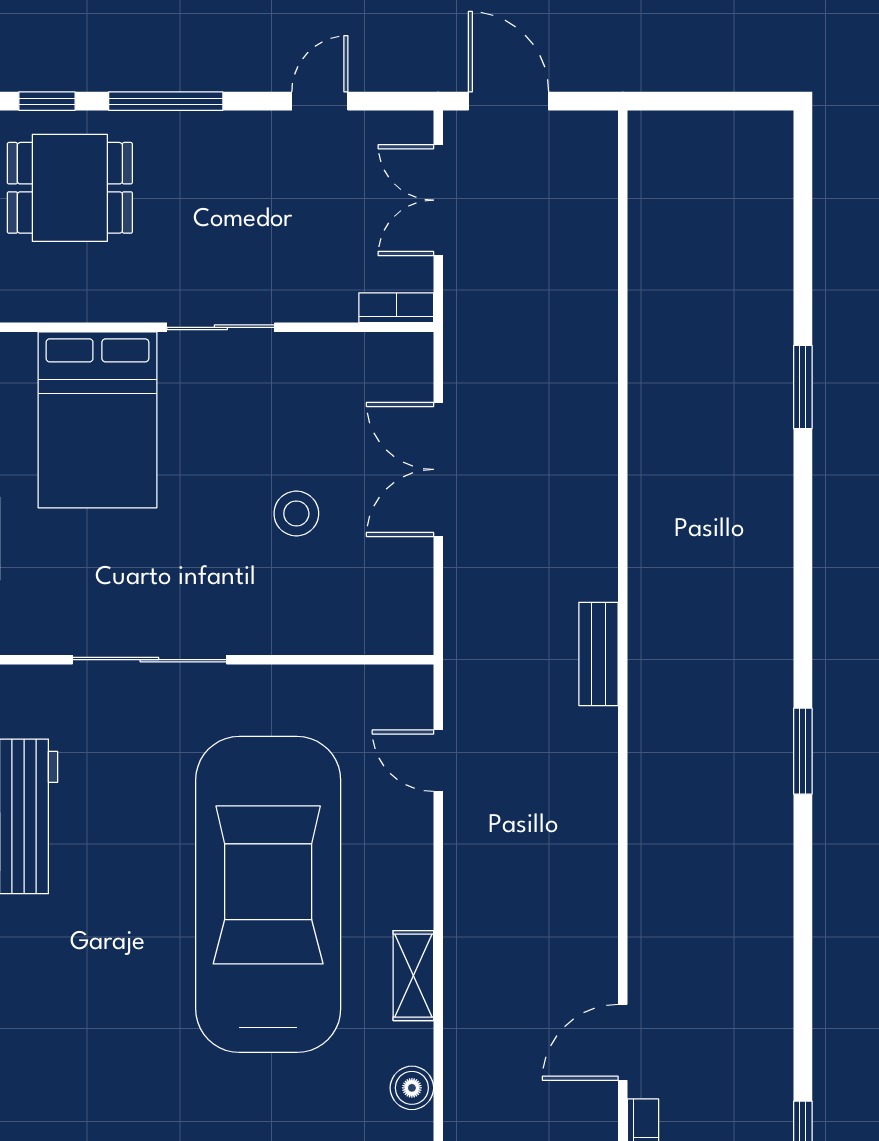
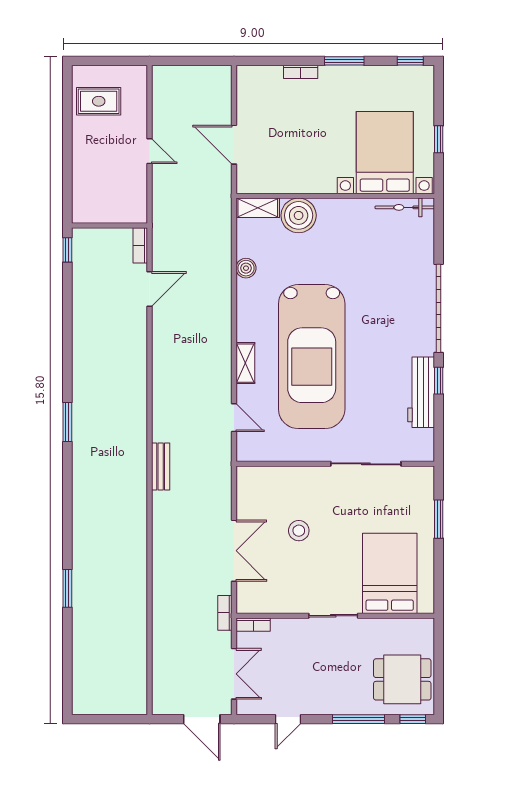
bookcase: (458, 334) -> (225, 613), added
shelving: (413, 976) -> (245, 363), moved

